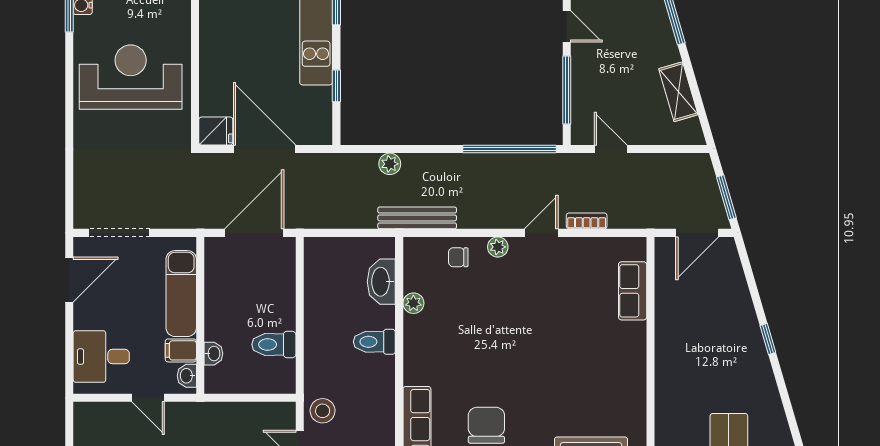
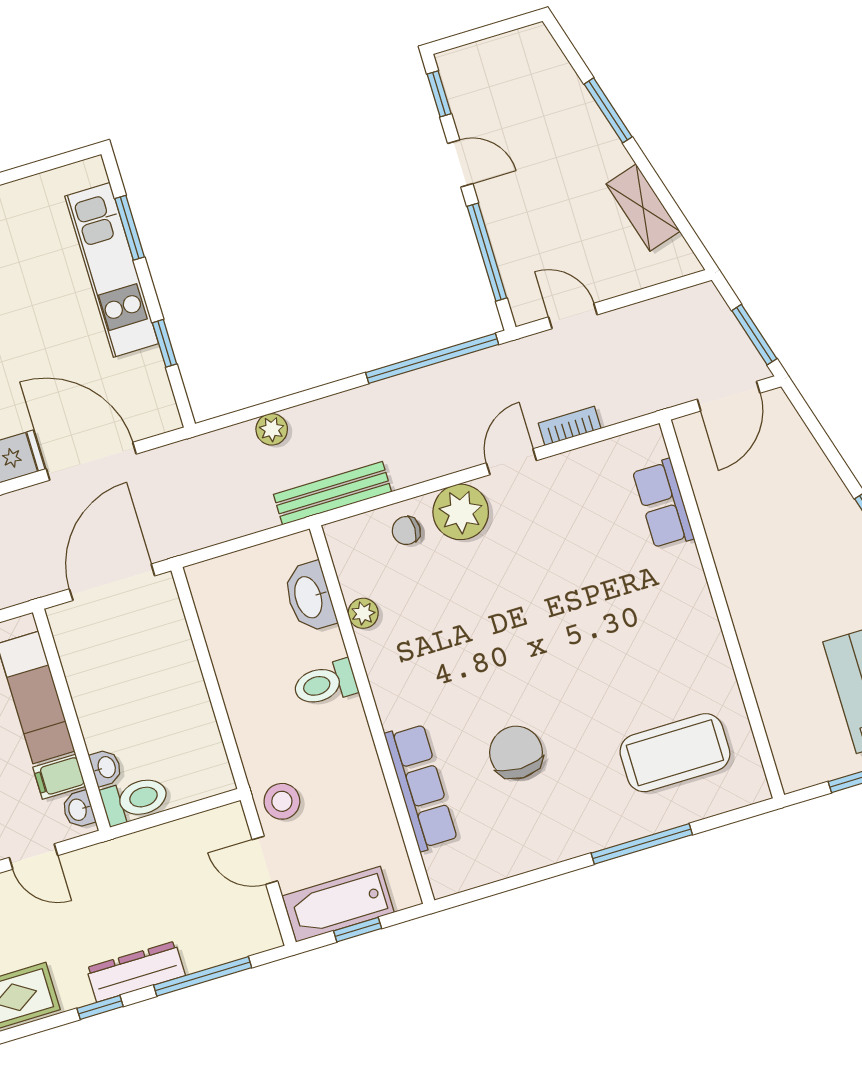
plant: (498, 247) -> (461, 512), width x1.87, depth x1.87
toilet: (274, 345) -> (135, 800), moved, turned 180

